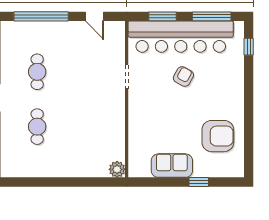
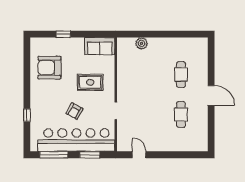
window: (41, 16) -> (178, 155), removed
window: (249, 47) -> (27, 115), moved
rug: (162, 116) -> (90, 82), added
sofa: (172, 166) -> (100, 46), moved
plant: (117, 169) -> (142, 43), moved

